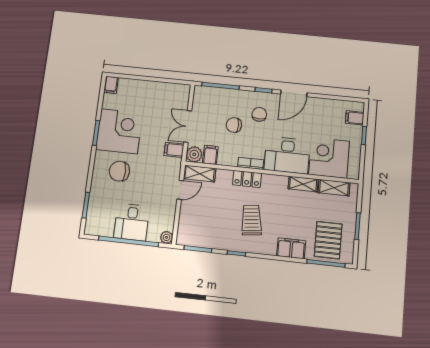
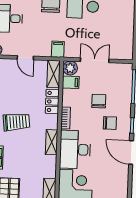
filing cabinet: (174, 150) -> (58, 49), moved
locker: (247, 179) -> (52, 102), moved
shelving: (303, 184) -> (52, 142), moved
door: (180, 190) -> (25, 58), moved

